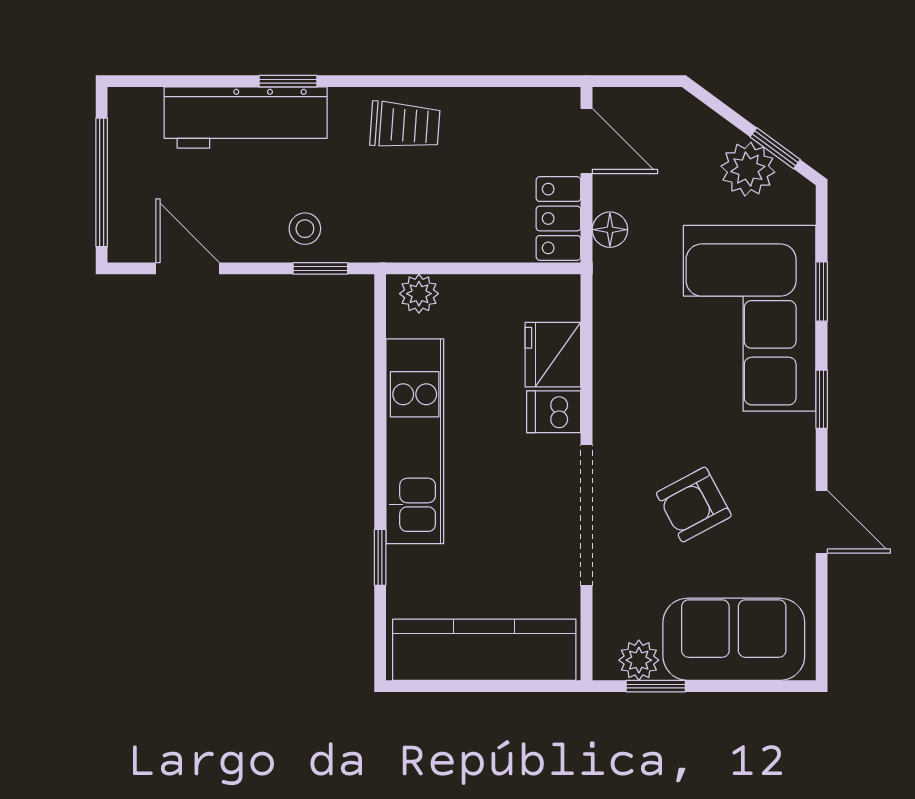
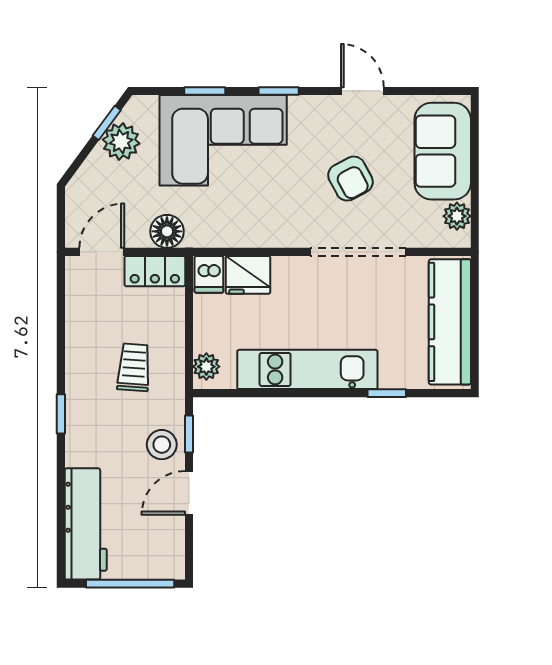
window: (288, 81) -> (61, 414), moved
workbench: (246, 118) -> (86, 524), moved
trolley: (405, 125) -> (134, 367), moved
stool: (305, 229) -> (162, 445), width x1.37, depth x1.37
floor lamp: (610, 230) -> (167, 231), width x1.37, depth x1.37
door: (188, 268) -> (189, 493), moved
dishwasher: (554, 412) -> (209, 274), moved
door: (822, 522) -> (362, 91), hinge flipped
window: (656, 686) -> (475, 205), removed

